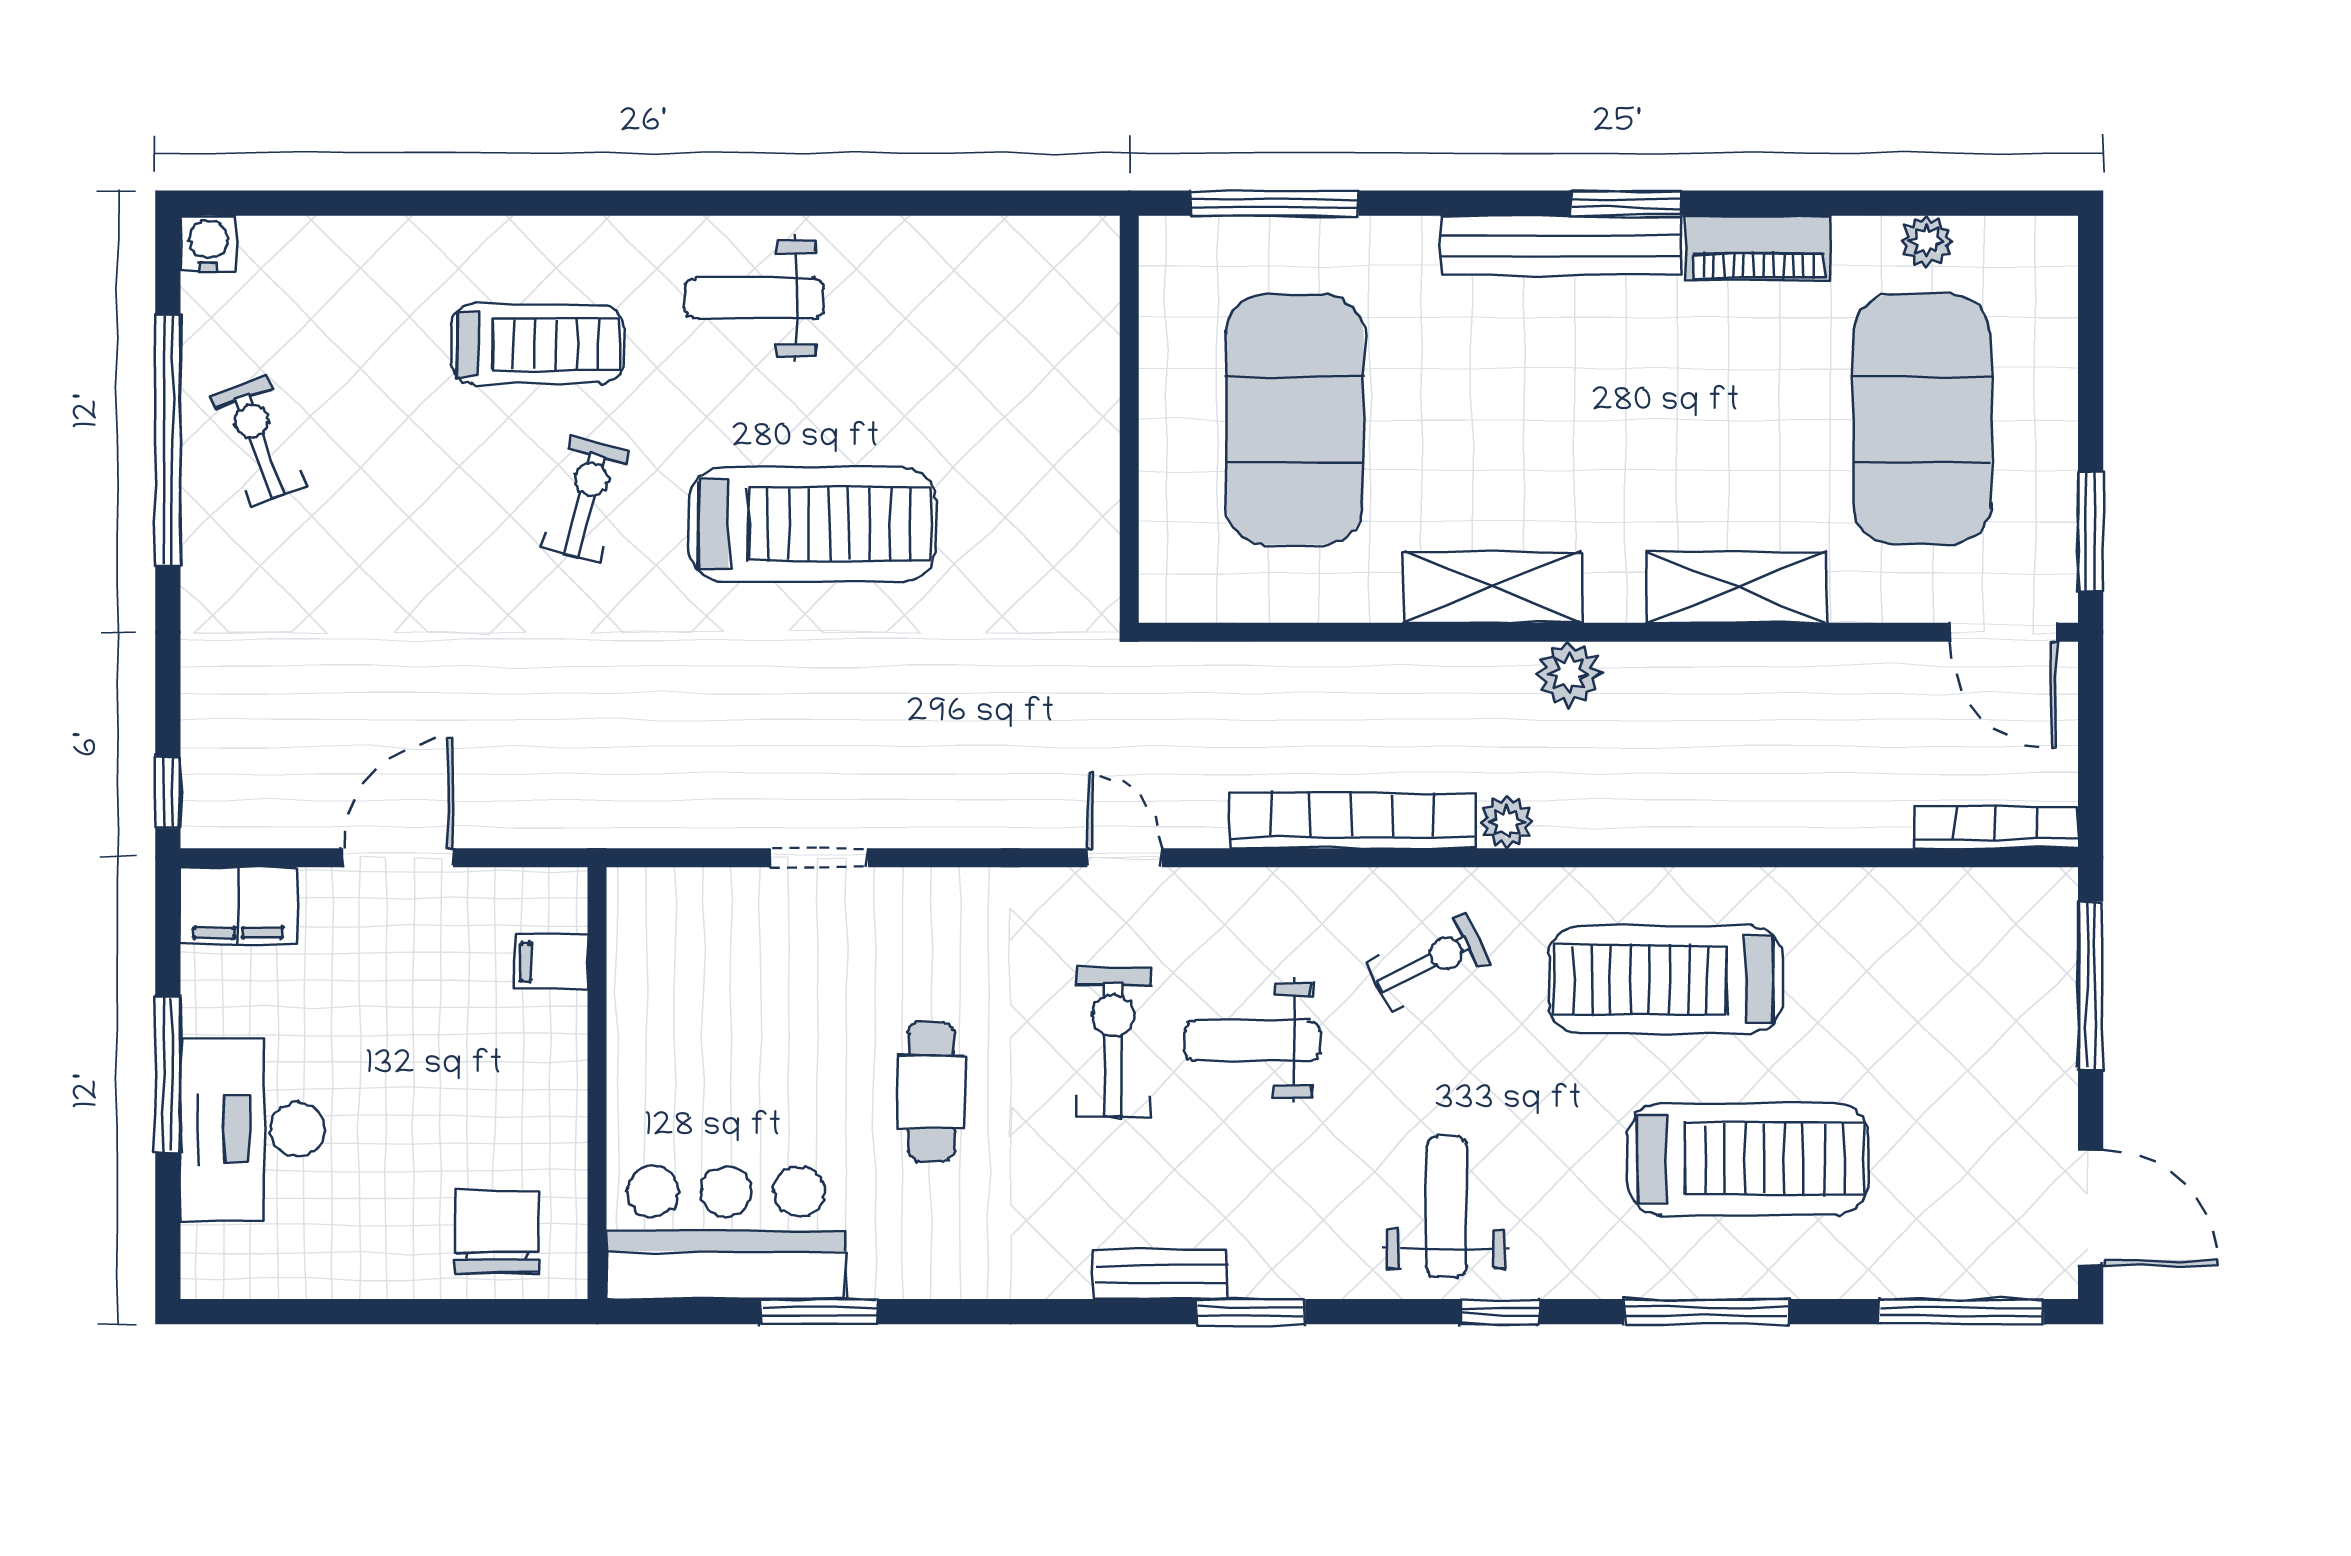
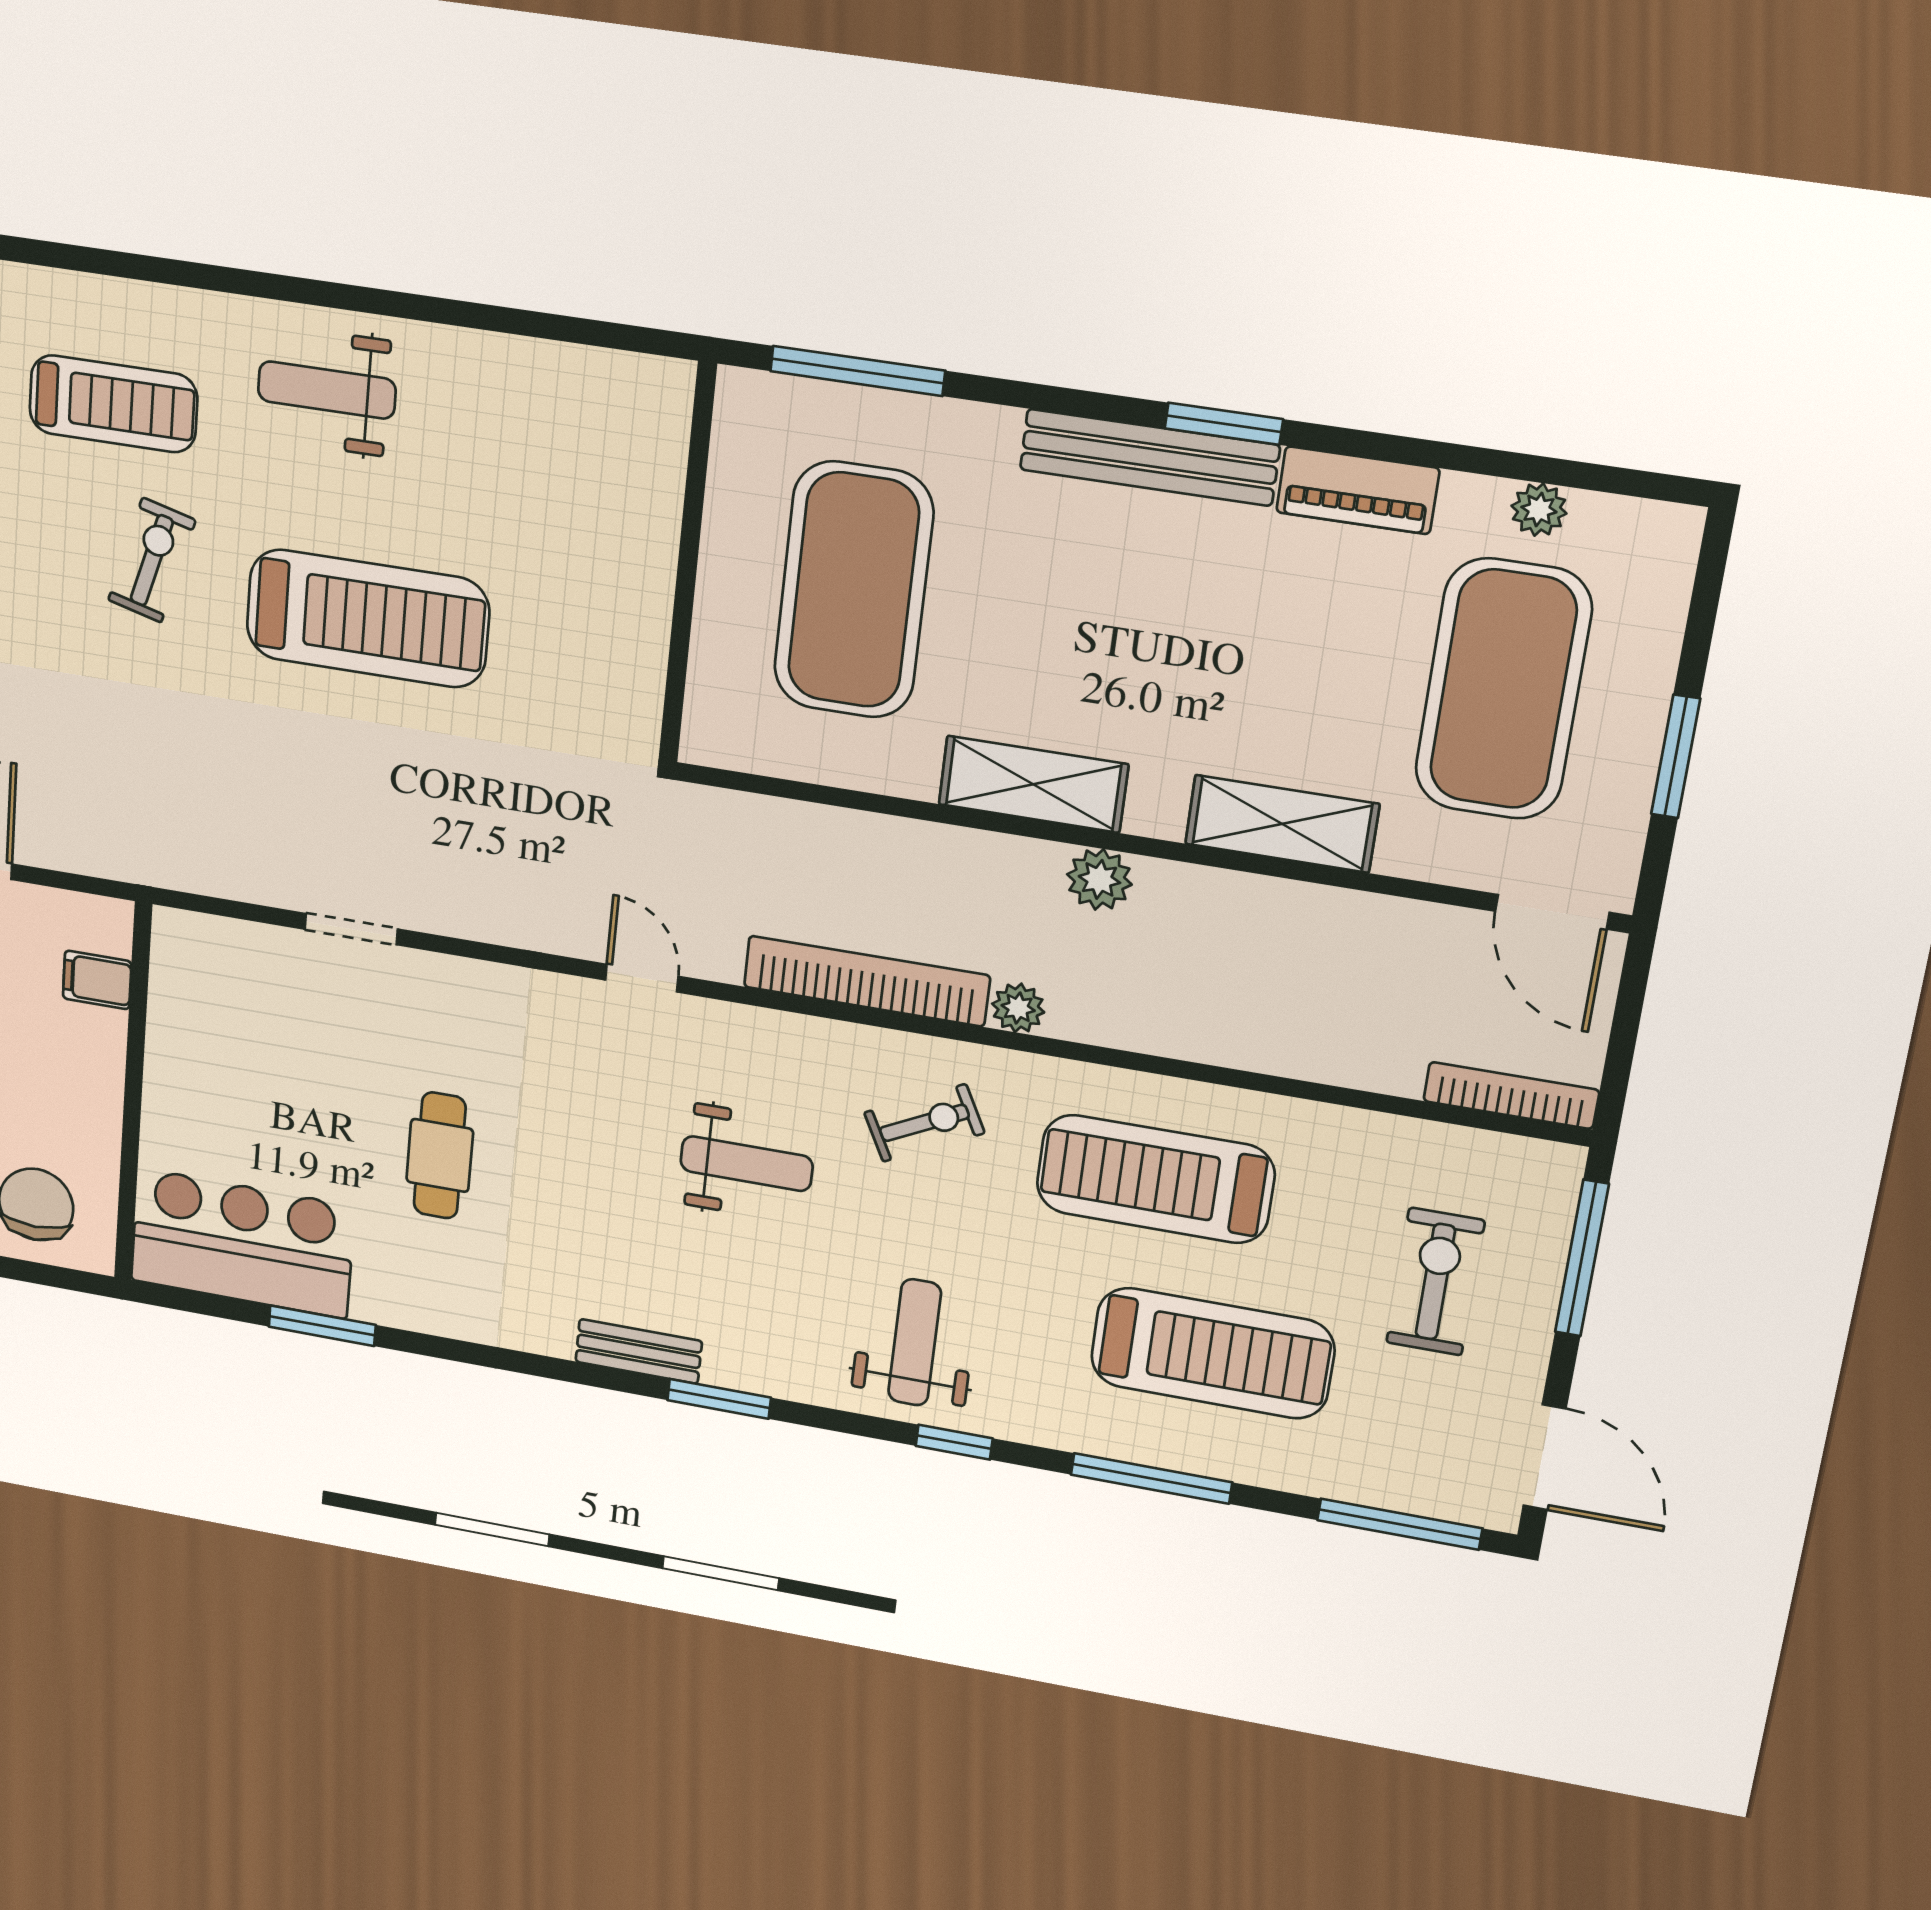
window: (2091, 532) -> (1676, 756), moved
weight bench: (1252, 1041) -> (747, 1164), turned 180
exercise bike: (1113, 1042) -> (1435, 1282), moved

